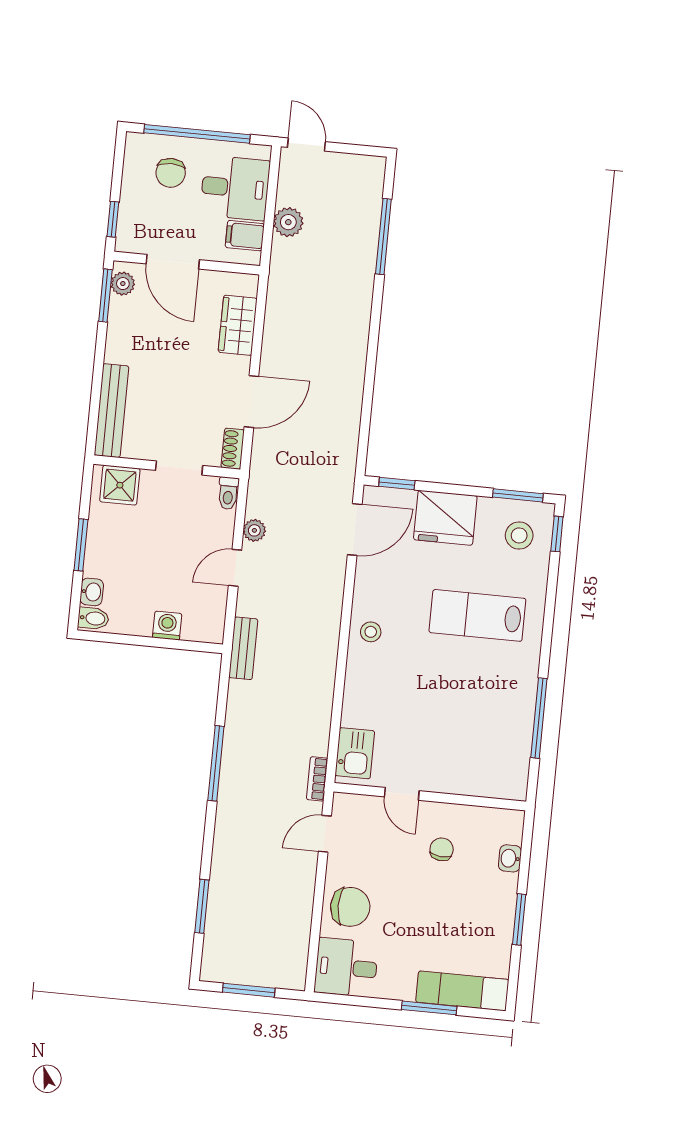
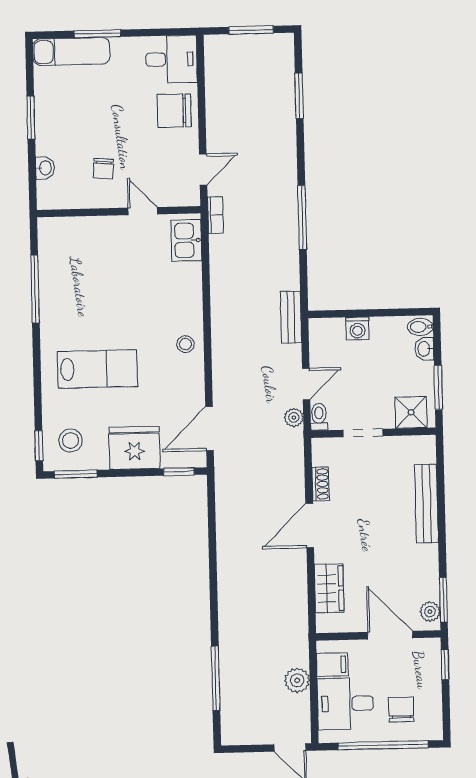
wall: (167, 467) -> (373, 433), moved
doorway: (179, 468) -> (363, 433), moved
shower: (120, 485) -> (411, 412), moved
toilet: (228, 493) -> (319, 417), moved

